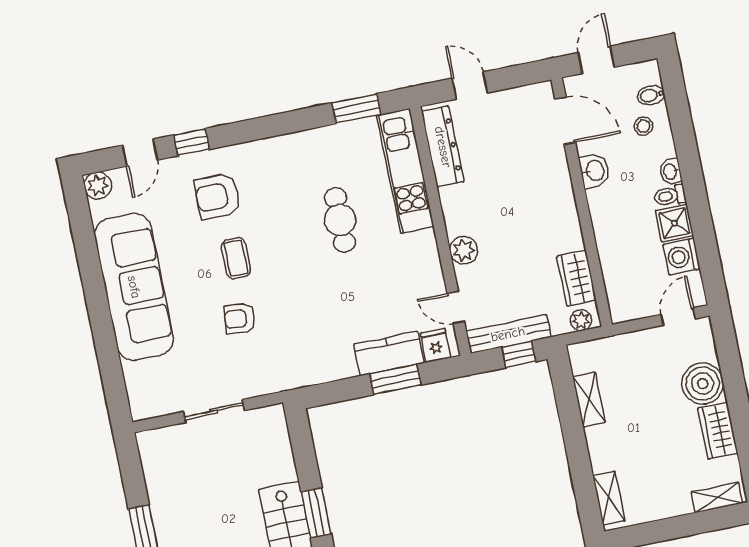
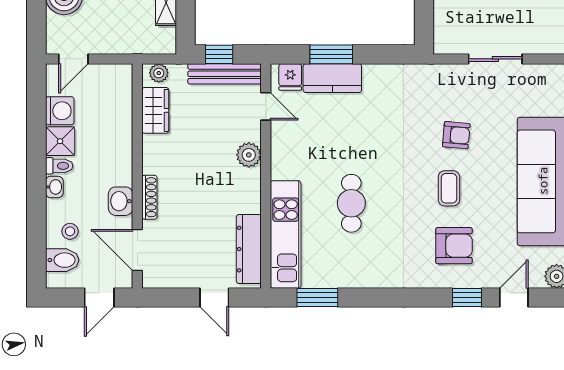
bidet: (651, 95) -> (62, 260), width x1.38, depth x1.36
shoe rack: (564, 181) -> (149, 197), added

